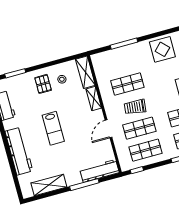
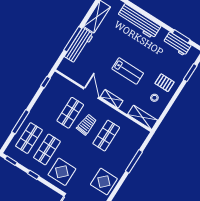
shelving: (94, 99) -> (112, 99), moved
lab bench: (53, 128) -> (128, 71), moved, turned 180
shop shelf: (145, 150) -> (52, 101), removed
workbench: (99, 171) -> (79, 45), moved

